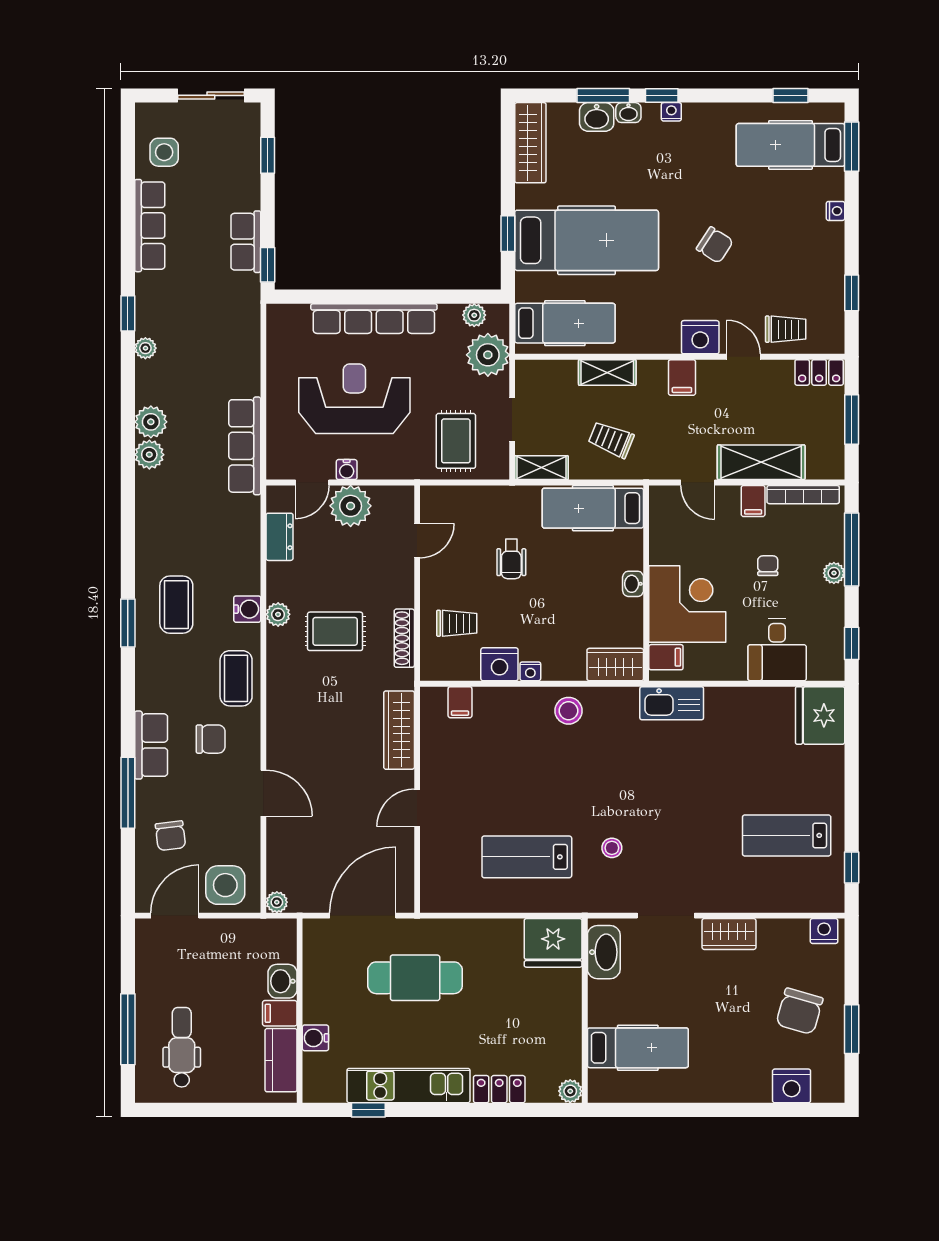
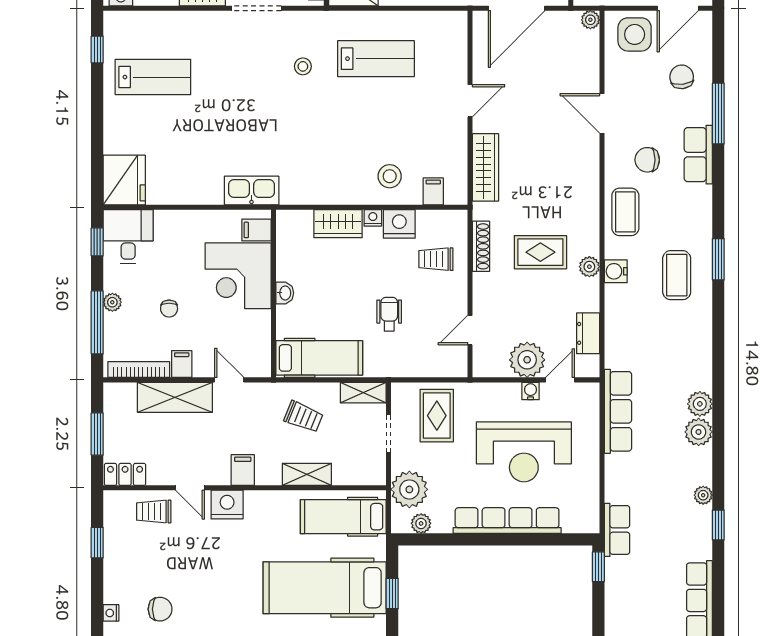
row of seats: (246, 242) -> (617, 530), moved
chair: (715, 245) -> (160, 609), moved, turned 147
desk: (777, 650) -> (128, 237), moved
wardrobe: (615, 665) -> (338, 224), moved
stool: (569, 711) -> (390, 176), moved

